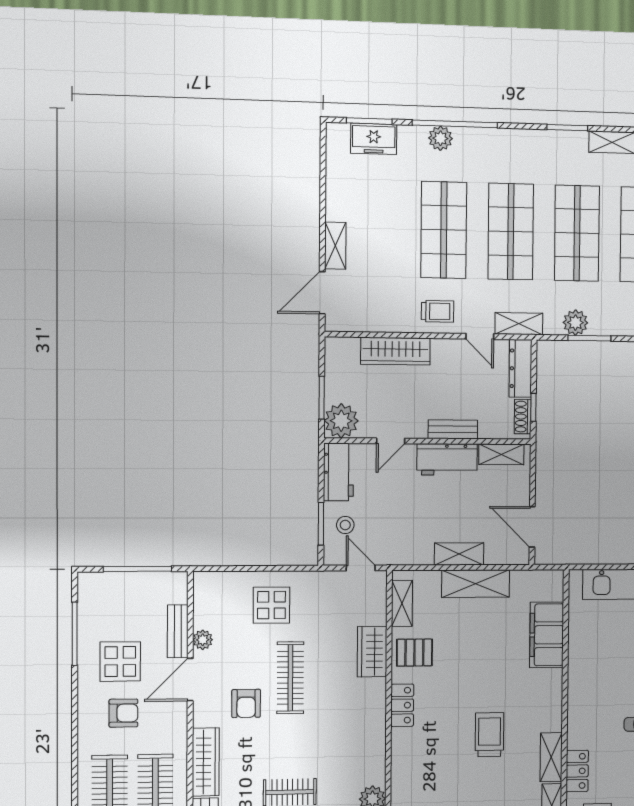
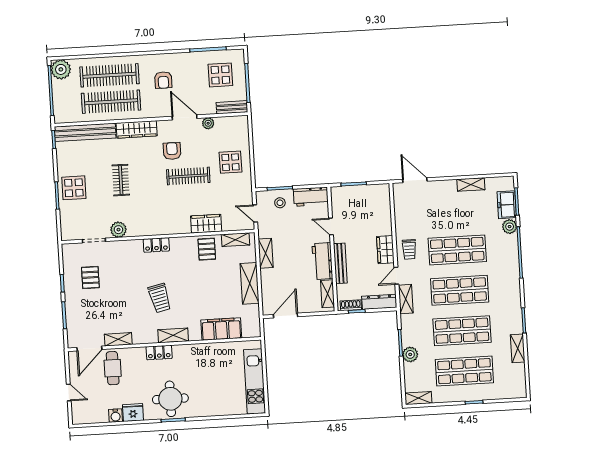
plant: (440, 138) -> (510, 227), moved
shelving: (335, 246) -> (471, 185), moved
plant: (575, 323) -> (410, 354), moved
wardrobe: (395, 351) -> (385, 250), moved, width x0.67
plant: (341, 421) -> (341, 196), removed
bench: (453, 429) -> (340, 263), width x1.36
shelving: (459, 554) -> (266, 253), moved
door: (361, 568) -> (255, 214), swing flipped
bench: (178, 631) -> (232, 107), moved
display table: (120, 662) -> (220, 75), moved
armchair: (246, 703) -> (172, 151), turned 90
locker: (402, 705) -> (156, 245), moved
trolley: (489, 735) -> (160, 298), turned 77
shelving: (551, 757) -> (173, 335), moved
locker: (577, 771) -> (159, 353), moved

